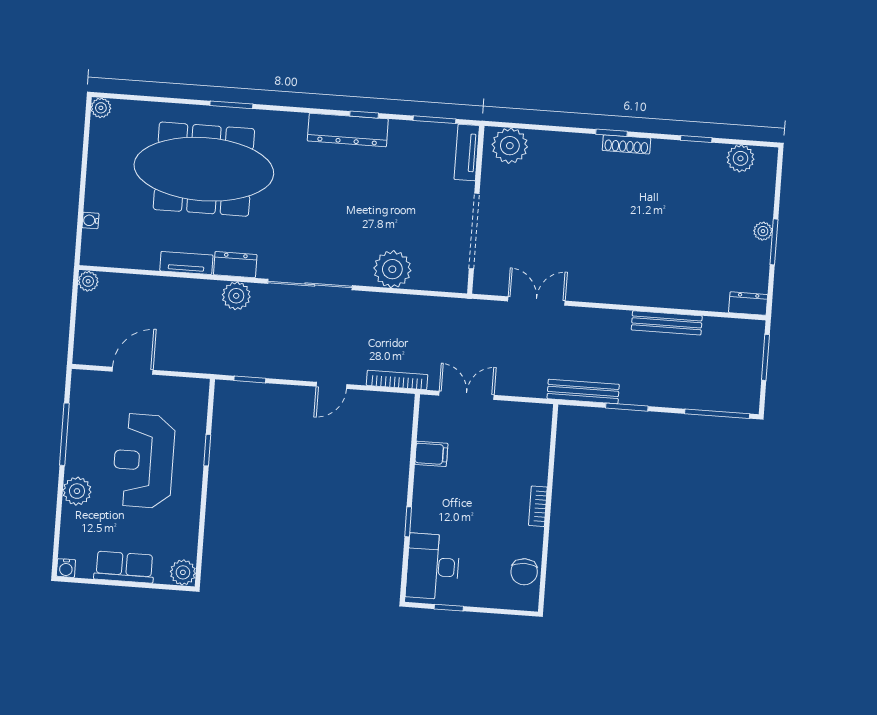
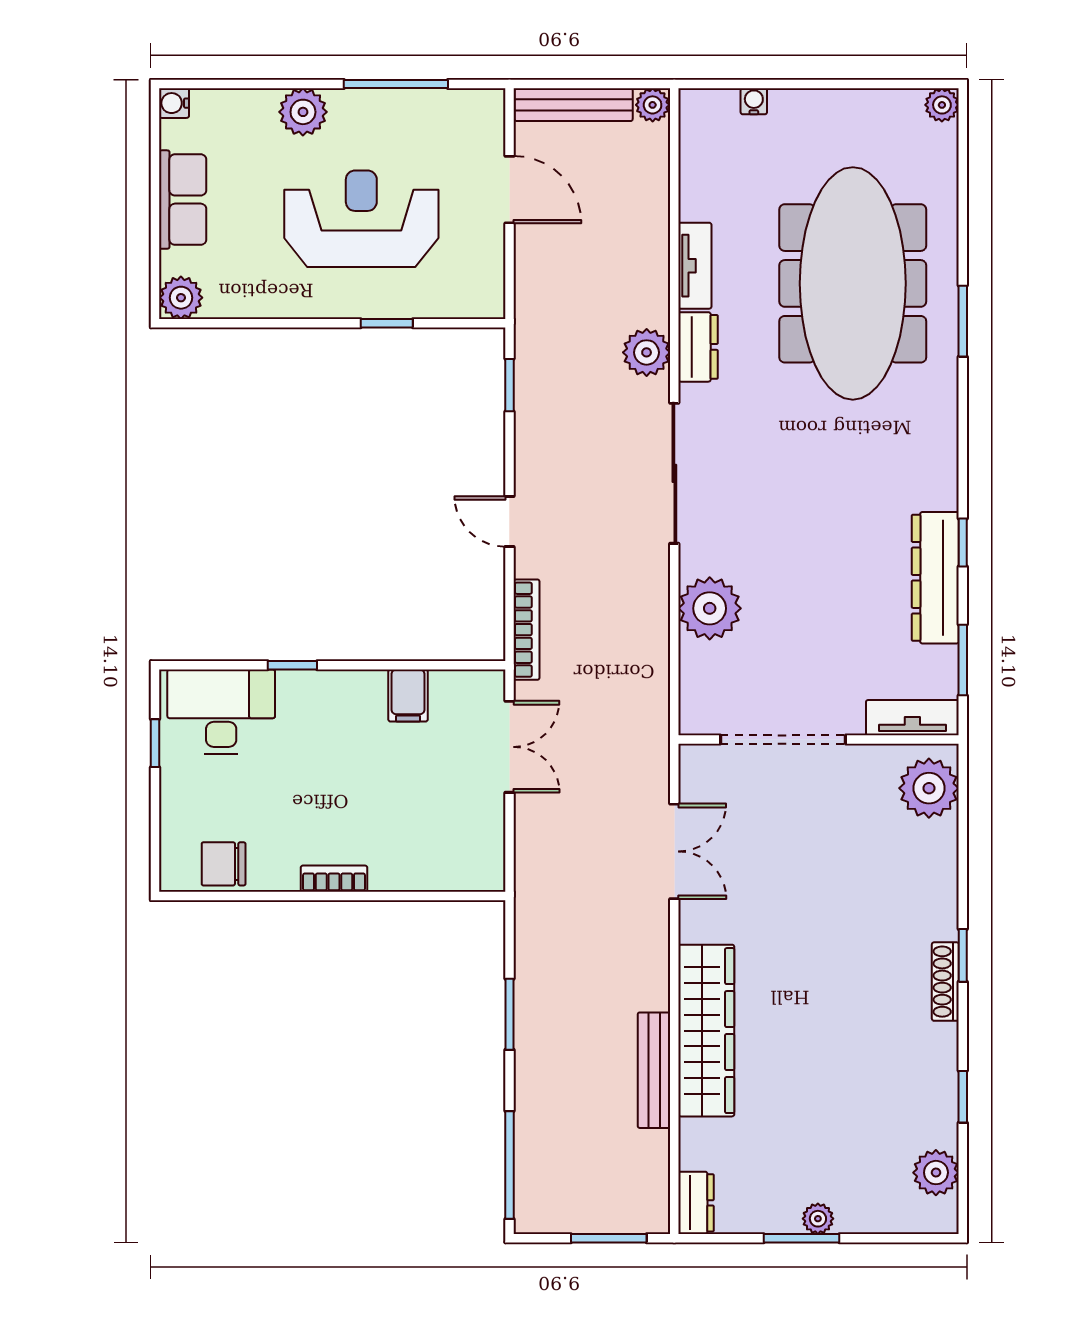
dresser: (348, 130) -> (935, 578), moved
wardrobe: (645, 290) -> (706, 1031), added
bench: (583, 391) -> (574, 105), moved, turned 90

